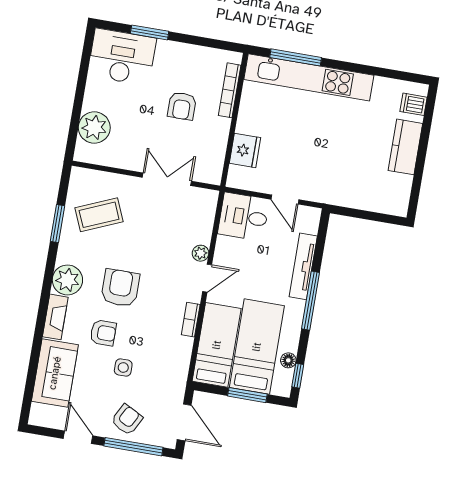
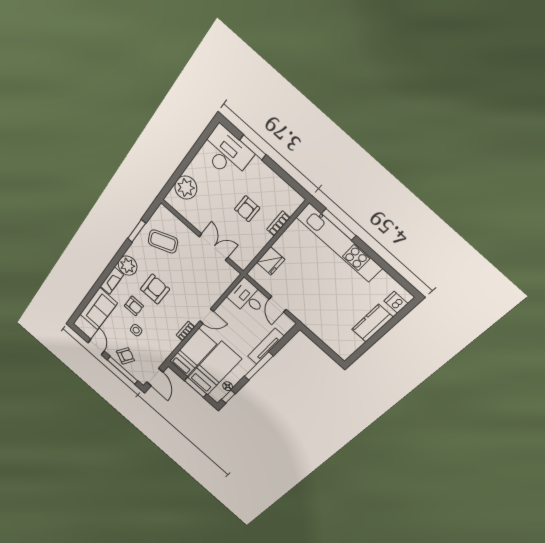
bookcase: (230, 90) -> (278, 224), width x0.64
plant: (201, 253) -> (210, 301), removed

